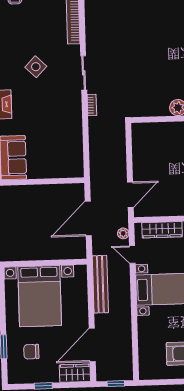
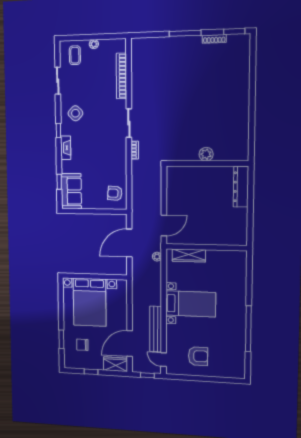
side table: (36, 67) -> (75, 113), moved
armchair: (69, 158) -> (115, 193), added
door: (132, 255) -> (164, 360), moved
bench: (100, 284) -> (156, 329), moved

